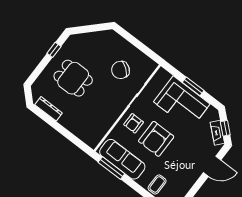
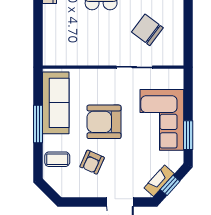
window: (193, 86) -> (188, 135), moved
armchair: (134, 123) -> (92, 162), moved, turned -66
window: (111, 168) -> (38, 124), moved

